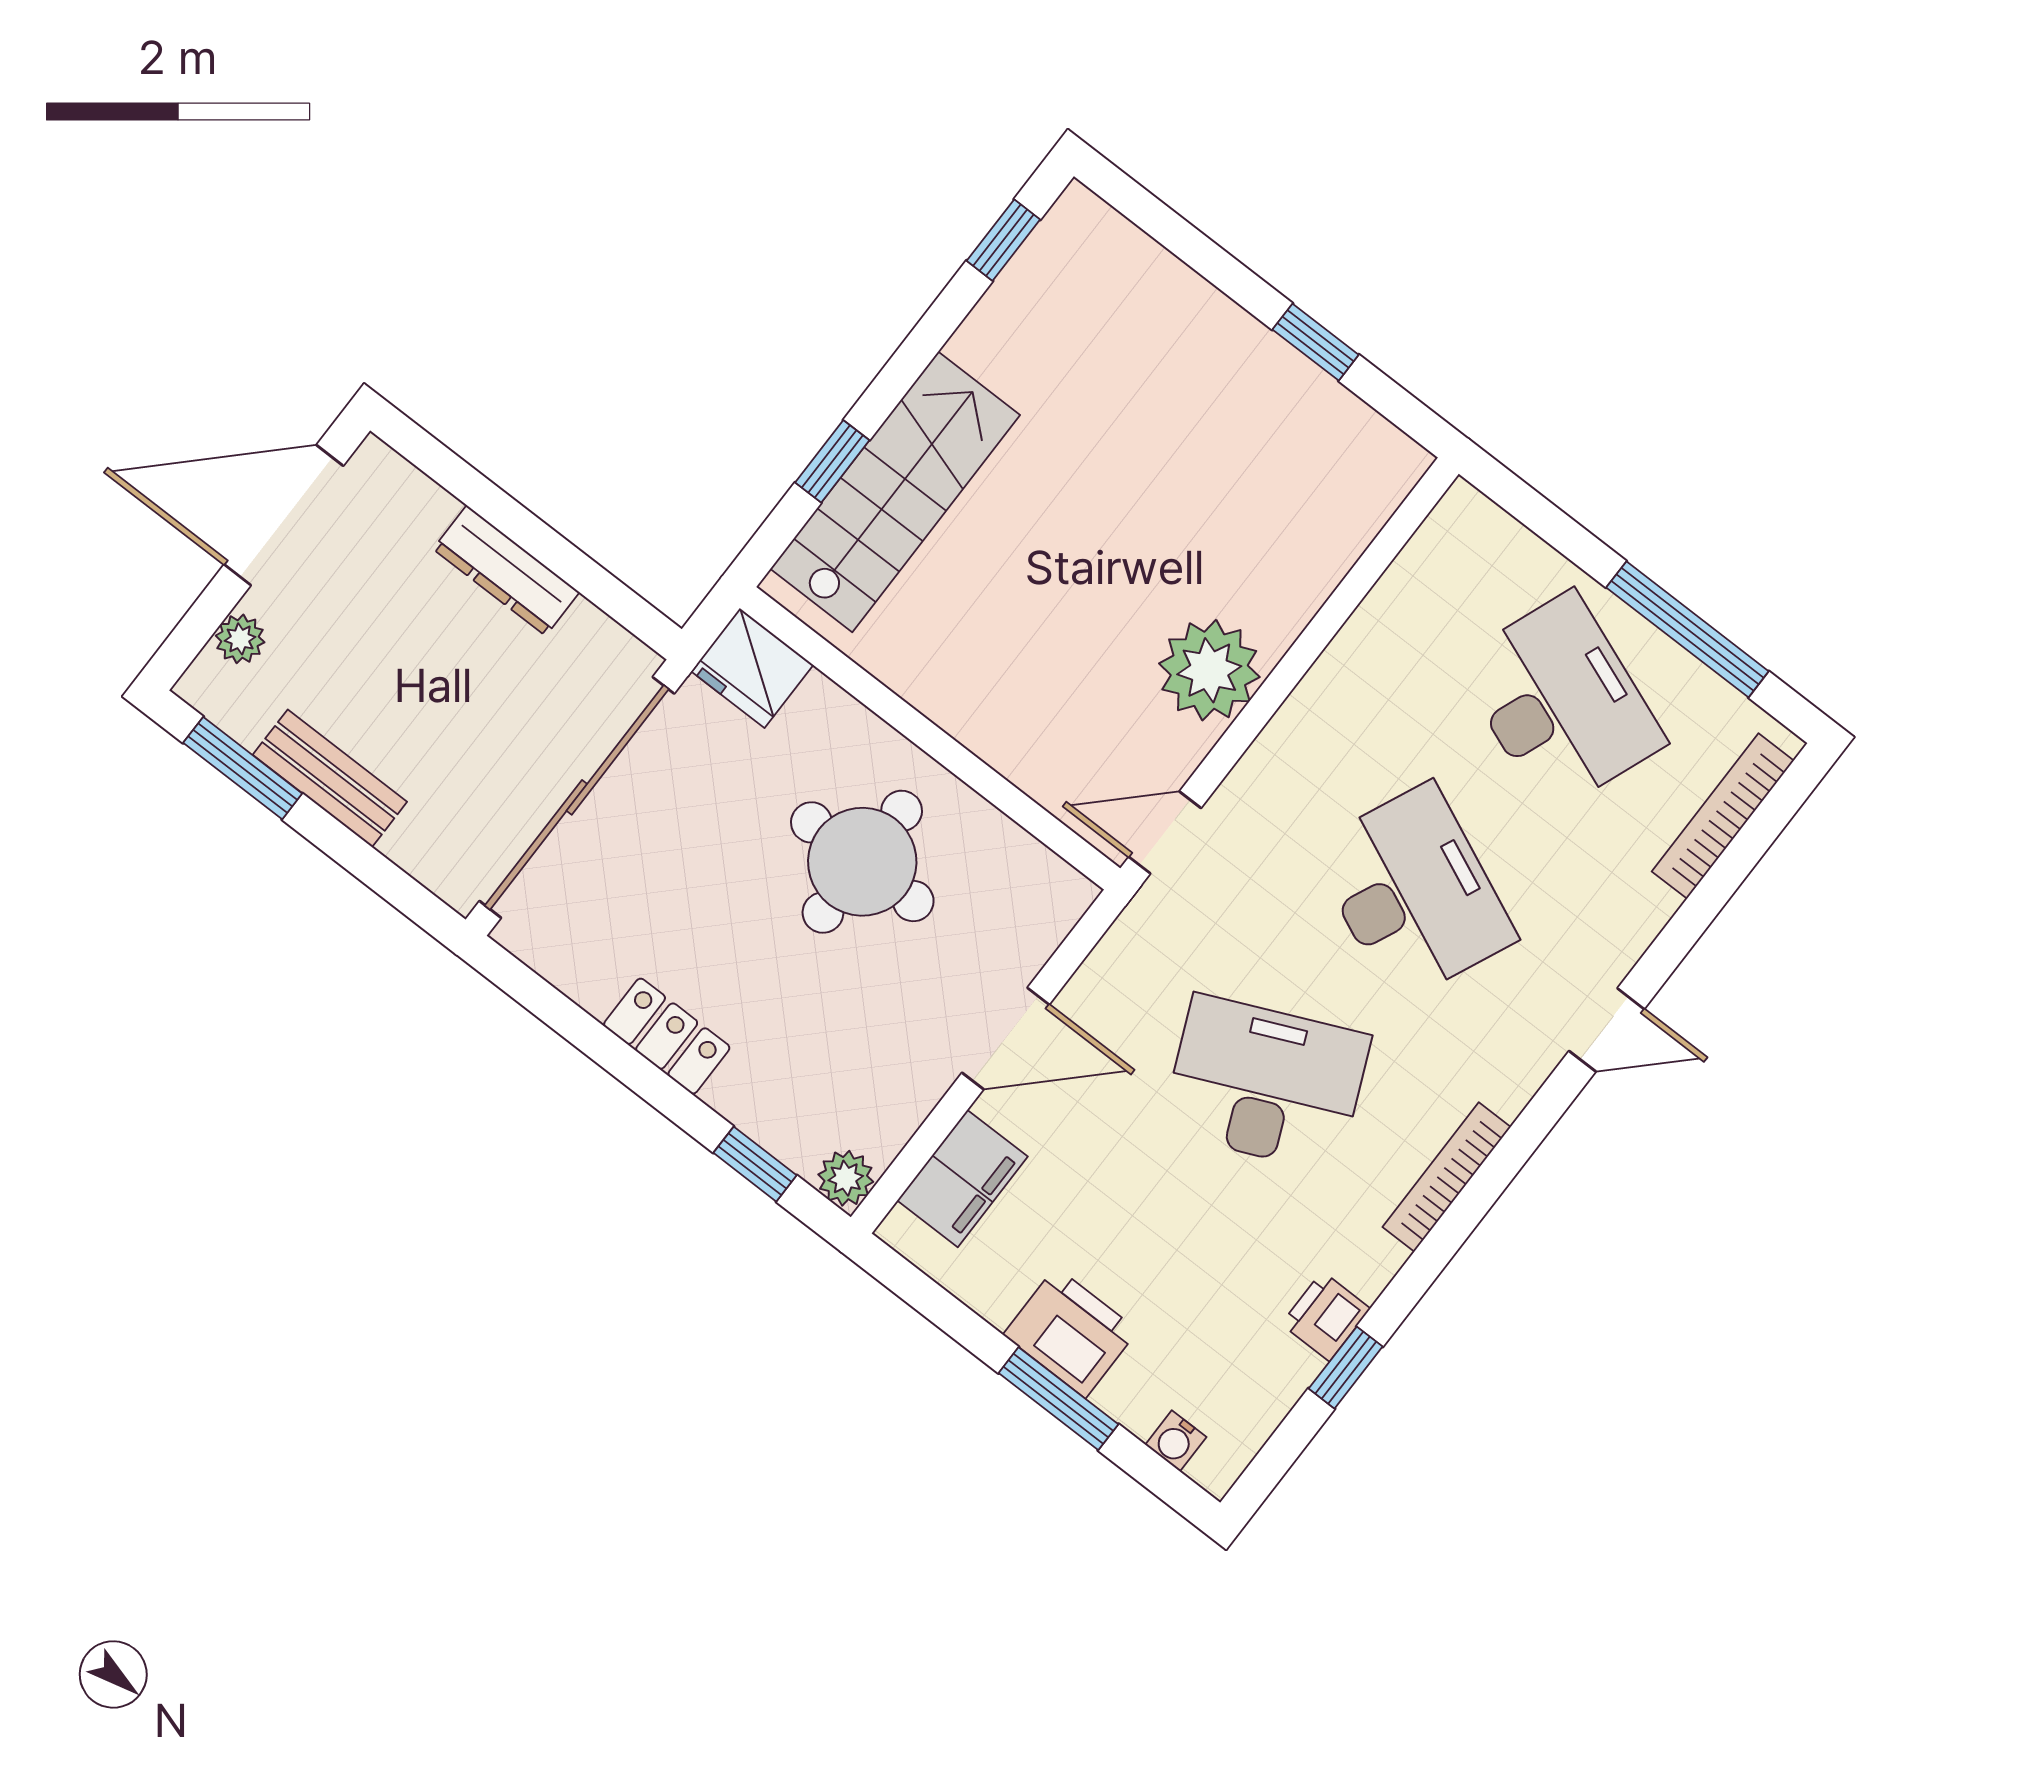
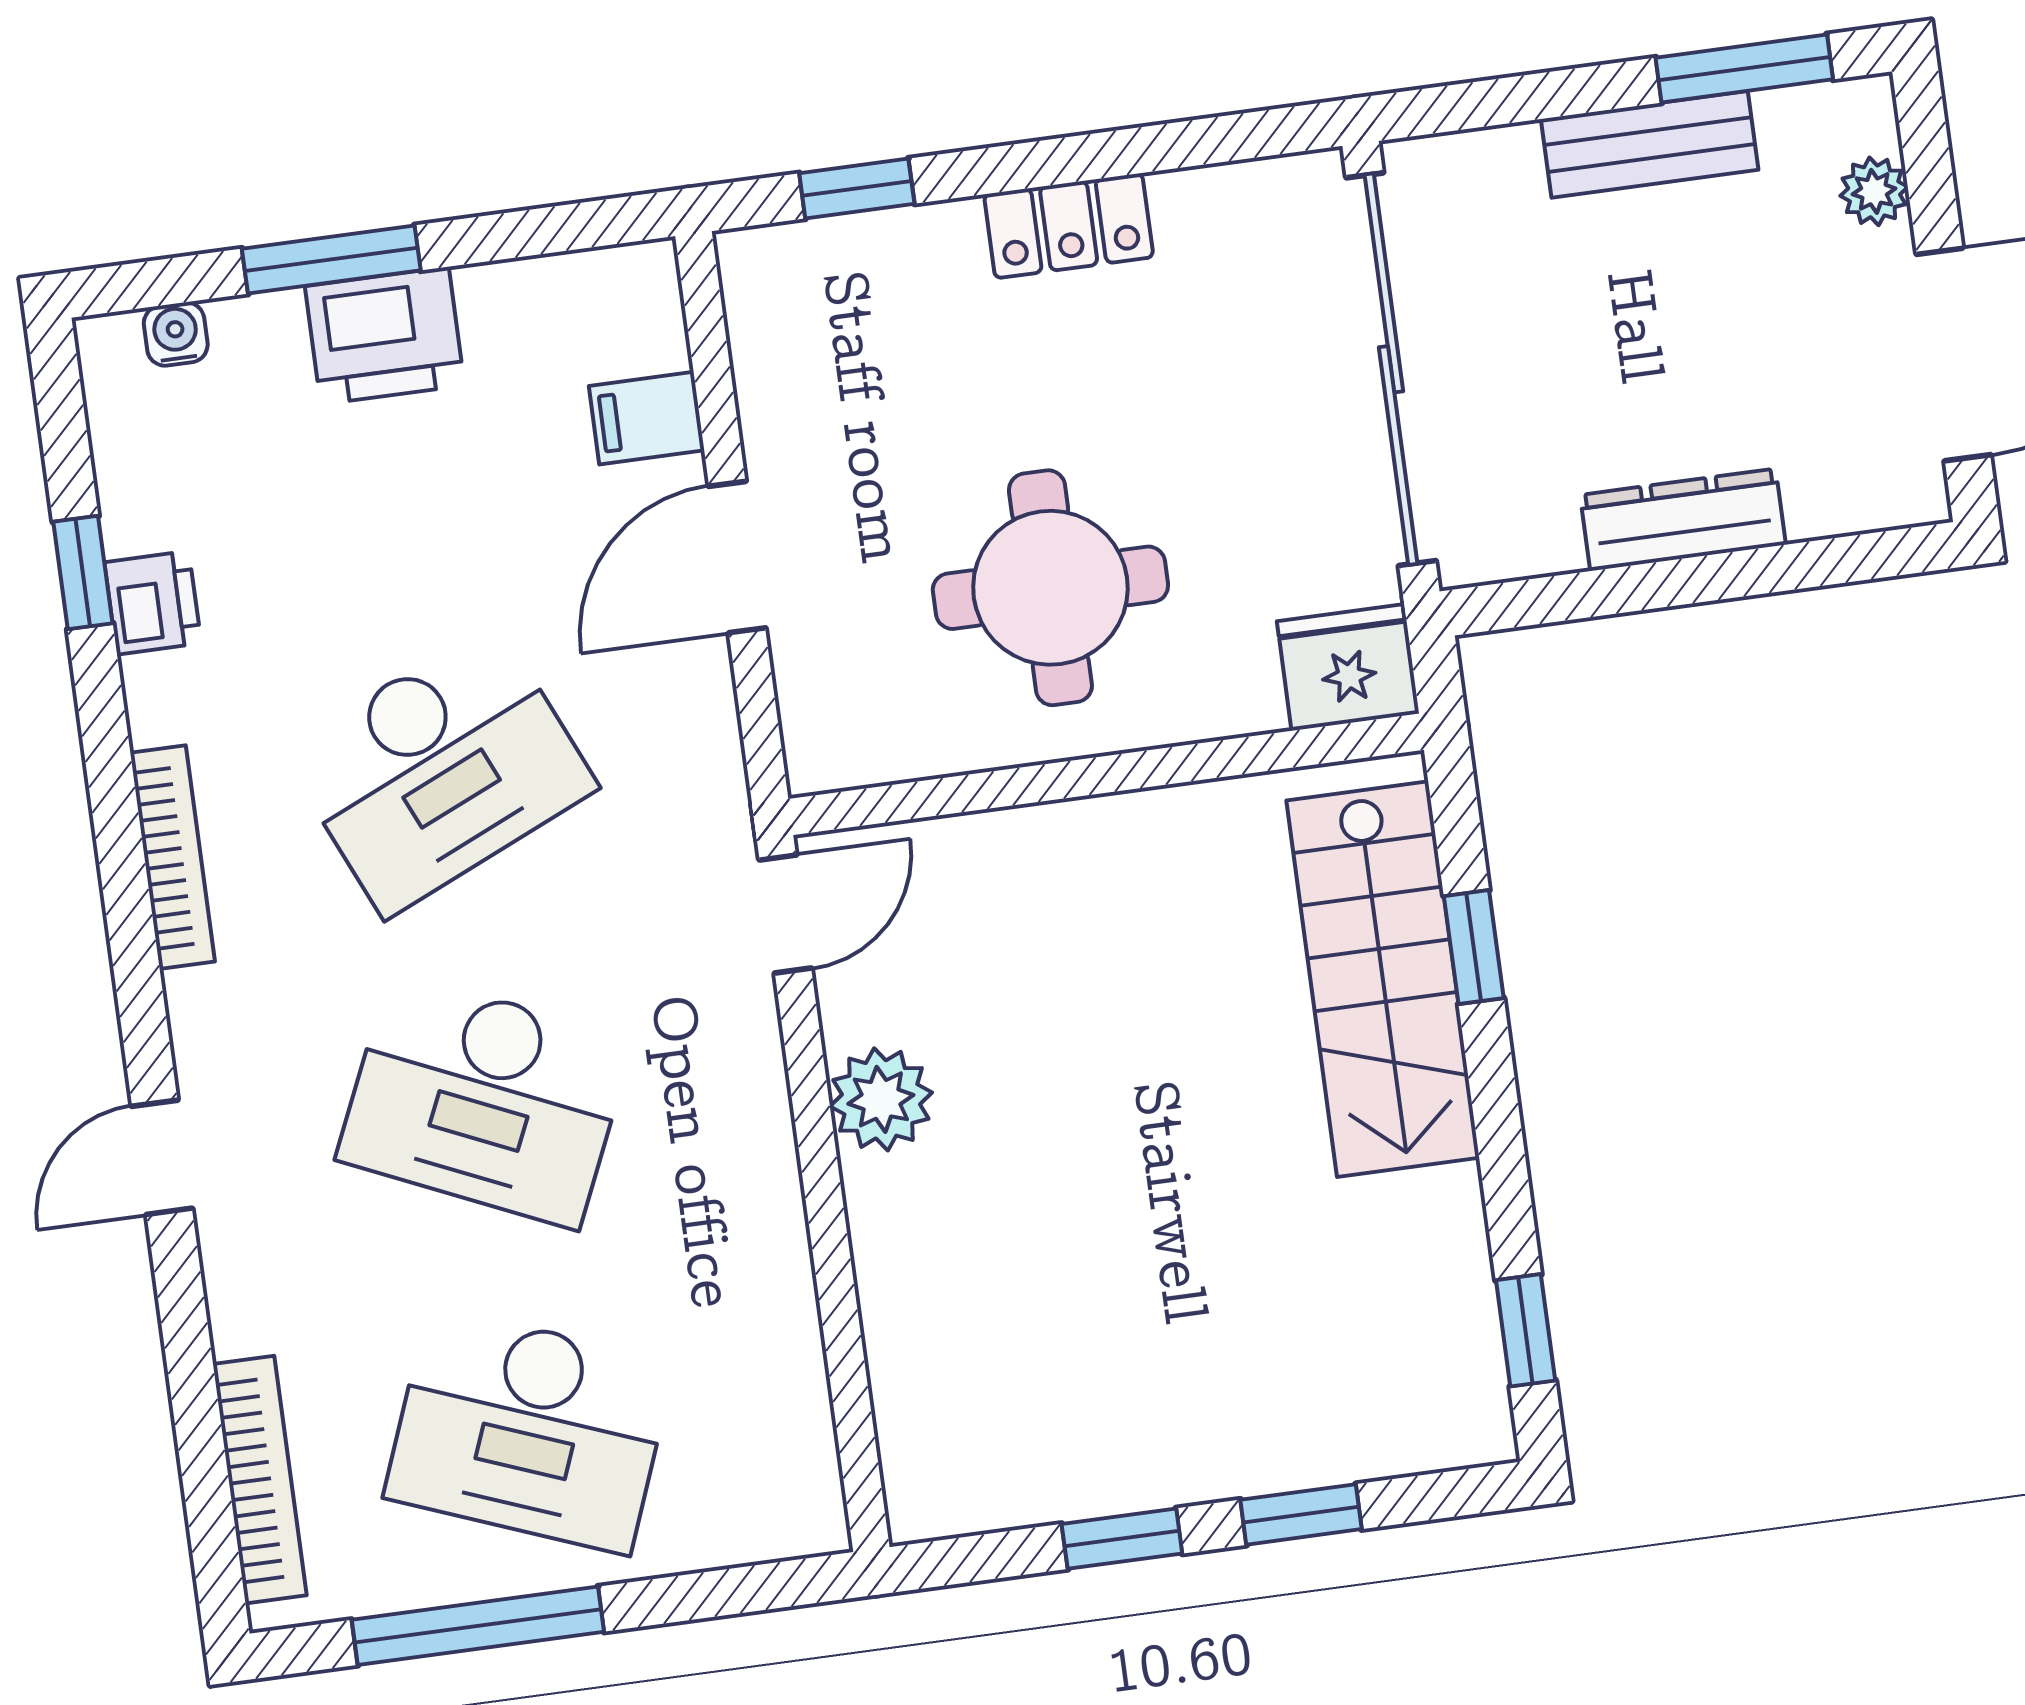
window: (1212, 262) -> (1301, 1514), added
plant: (1209, 670) -> (881, 1099), width x0.73, depth x0.73
plant: (846, 1178) -> (755, 264), removed
filing cabinet: (962, 1178) -> (647, 418), width x0.50

